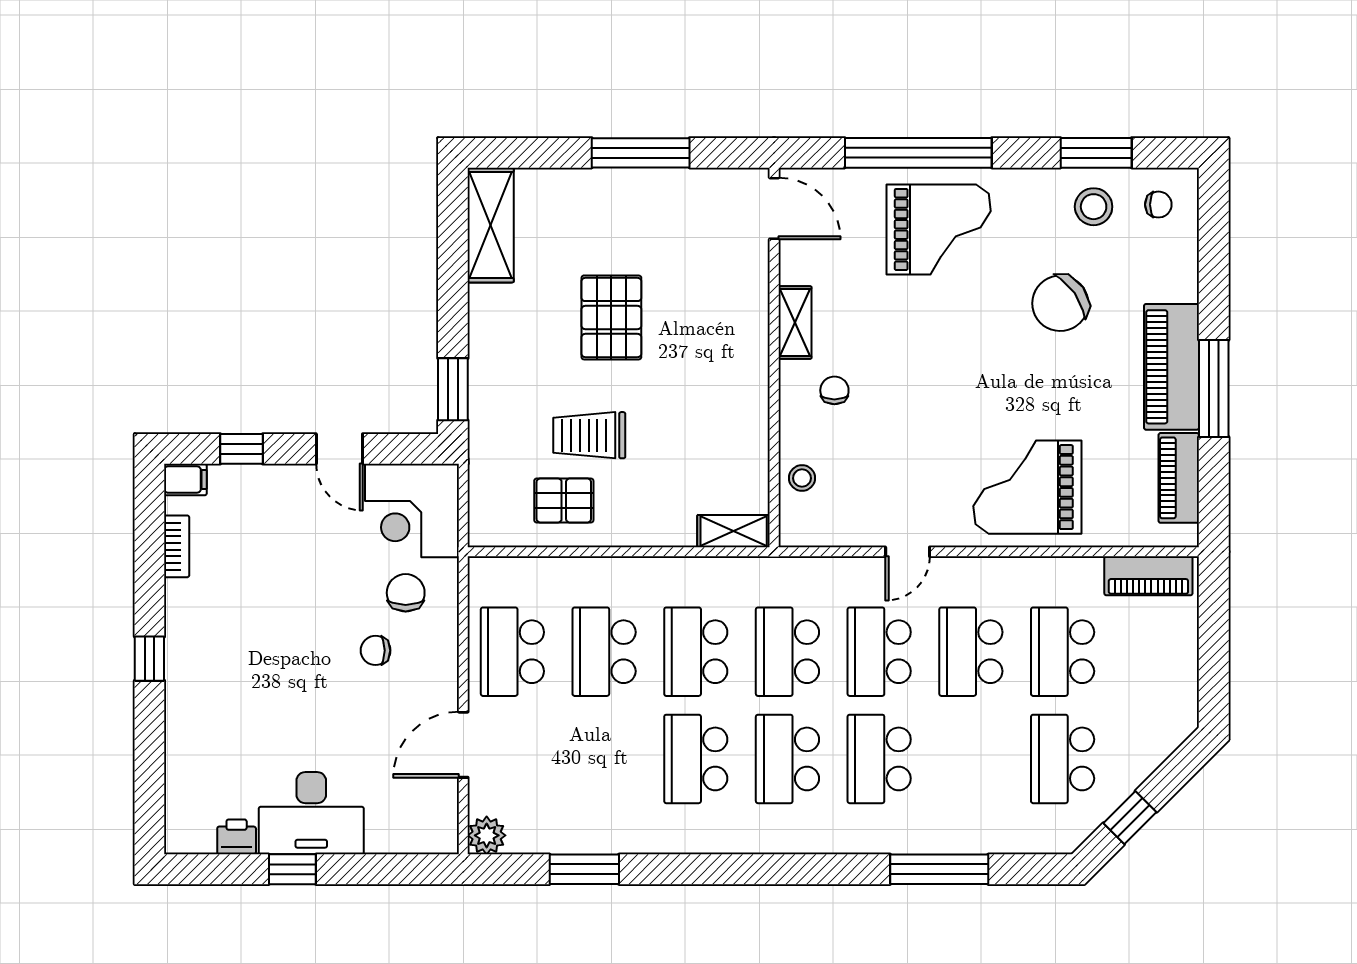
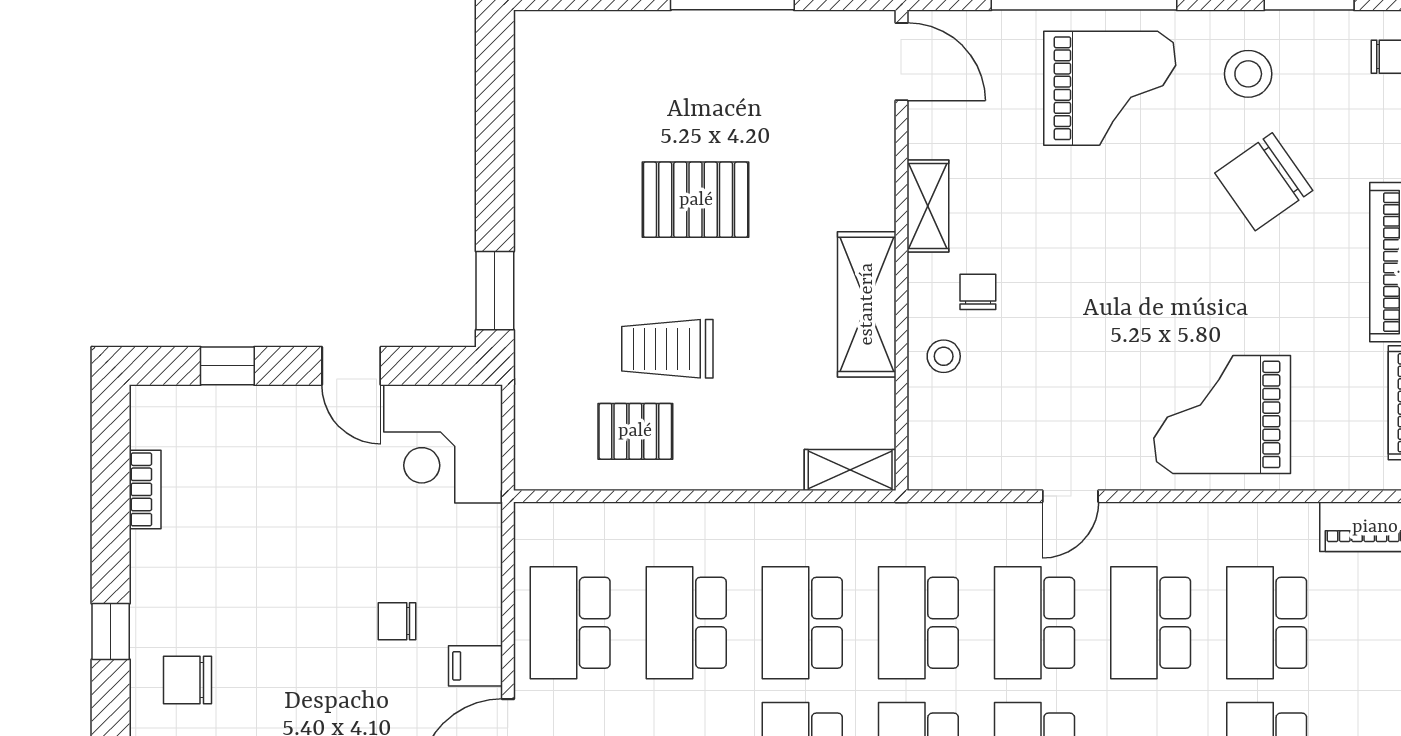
stool: (1094, 207) -> (1248, 74), moved
shelving: (491, 225) -> (867, 304), moved
pallet: (611, 317) -> (696, 200), turned 90
stool: (802, 478) -> (944, 356), moved
filing cabinet: (185, 480) -> (476, 666), moved, turned 180
chair: (406, 593) -> (188, 680), moved, turned -90

